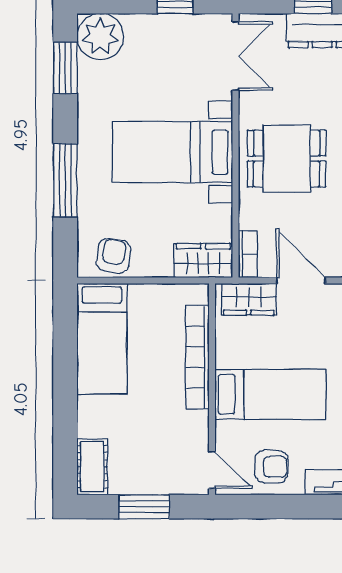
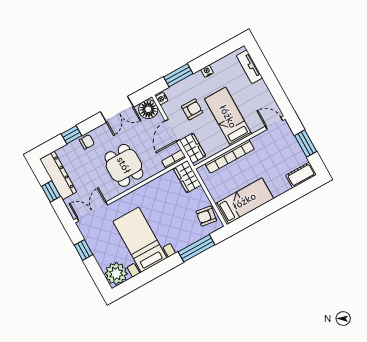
window: (65, 68) -> (138, 281), removed
bed with nightstands: (172, 152) -> (140, 240), moved, turned 180
window: (65, 180) -> (197, 248), moved
armchair: (271, 467) -> (192, 109), moved, turned 90
door: (212, 470) -> (274, 123), hinge flipped

